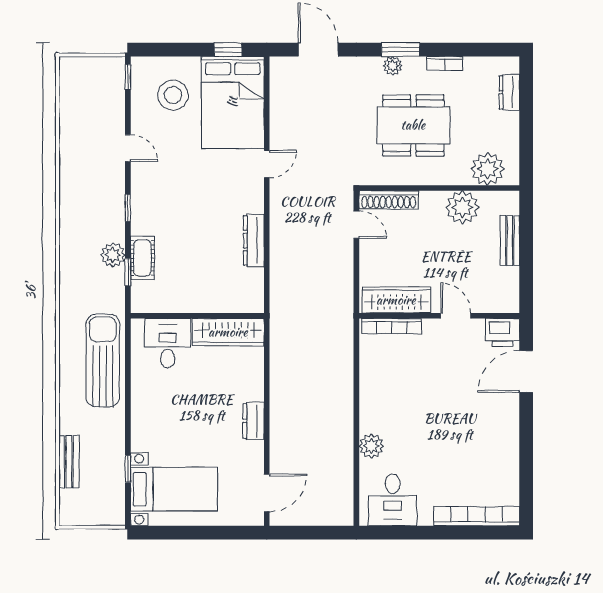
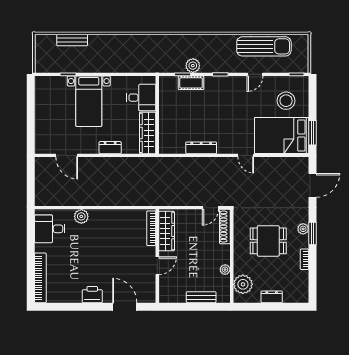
window: (228, 50) -> (313, 133), width x1.50
dresser: (509, 92) -> (272, 297), moved
dining table: (413, 125) -> (268, 241), width x0.73
plant: (462, 207) -> (225, 270), width x0.53, depth x0.53
printer: (502, 332) -> (92, 295), moved, turned 90
sun lounger: (103, 360) -> (264, 46), moved
dresser: (254, 421) -> (110, 148), moved
bed with nightstands: (174, 489) -> (89, 101), moved
door: (267, 493) -> (67, 155), moved

